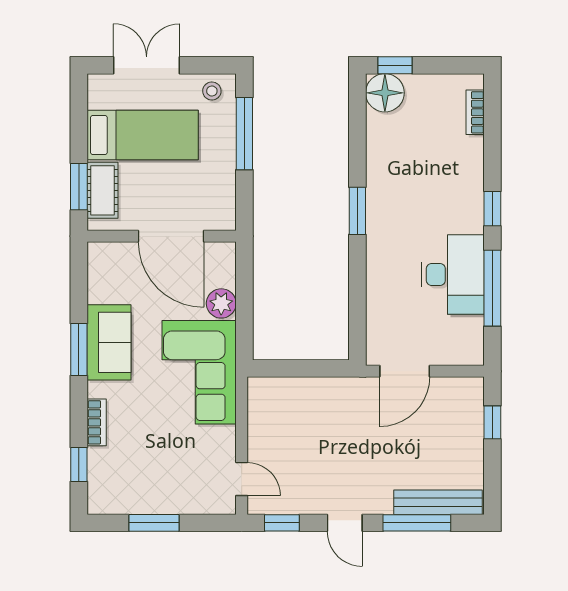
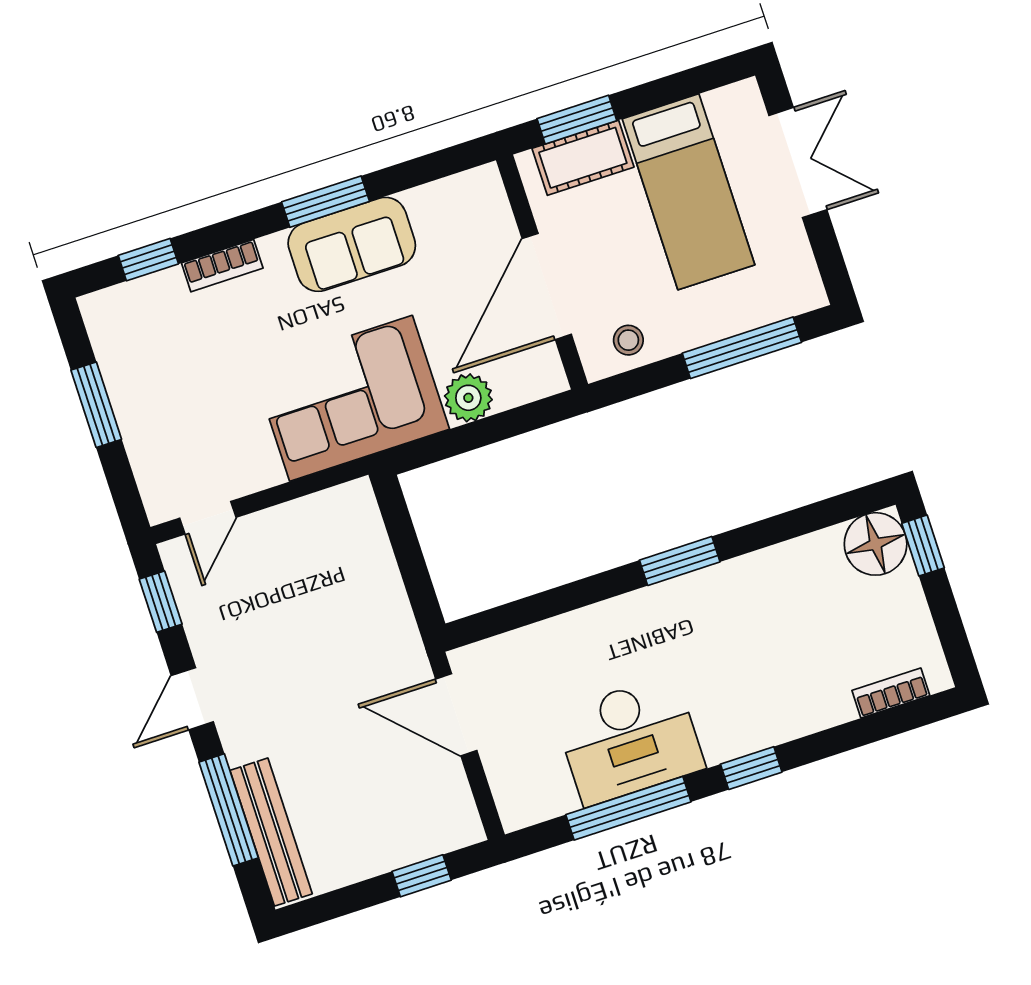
stool: (212, 91) -> (628, 340), moved

